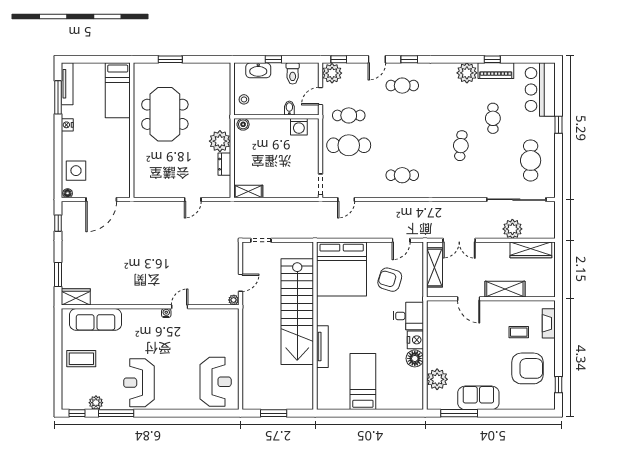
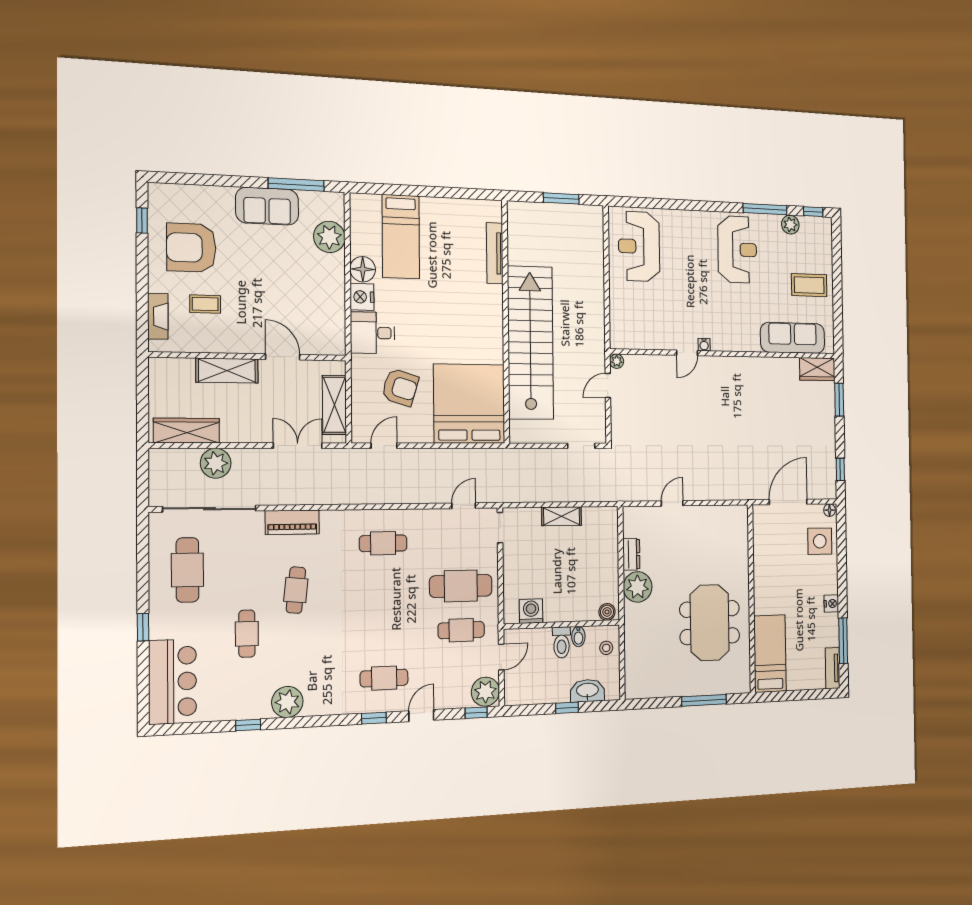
window: (170, 59) -> (704, 700), width x1.44
piano: (496, 71) -> (292, 522), moved, turned 180
toilet: (293, 73) -> (562, 642), moved, turned 180
tv unit: (67, 84) -> (833, 668), width x0.71
bidet: (289, 108) -> (578, 636), moved
shelving: (248, 191) -> (562, 516), moved
tv unit: (322, 347) -> (495, 253), moved
bed: (363, 382) -> (401, 237), moved

